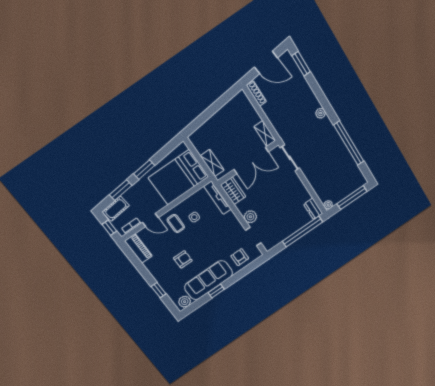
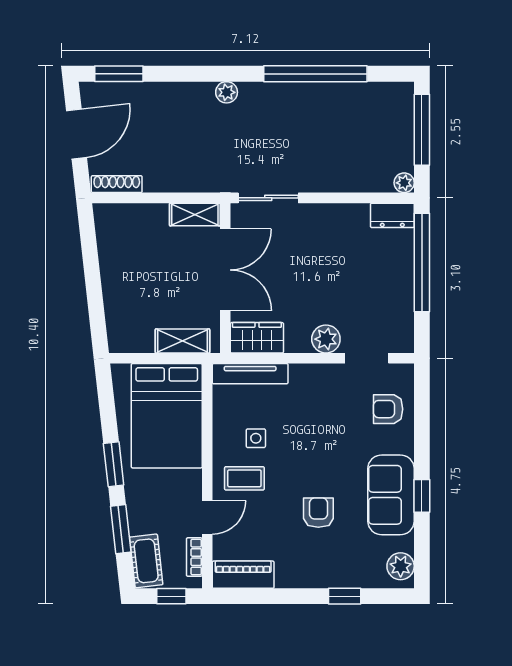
sofa: (209, 280) -> (391, 495), width x0.73

